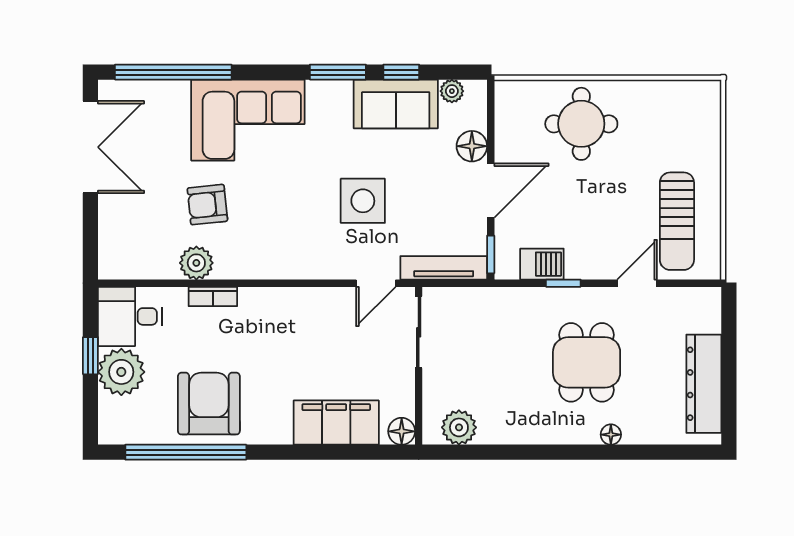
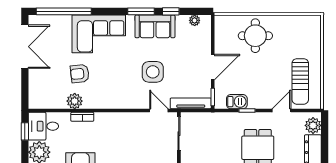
sofa: (396, 104) -> (155, 26), moved
floor lamp: (472, 146) -> (204, 46), removed
door: (376, 283) -> (159, 111), swing flipped
plant: (704, 315) -> (313, 125), added
window: (90, 356) -> (25, 131), moved

